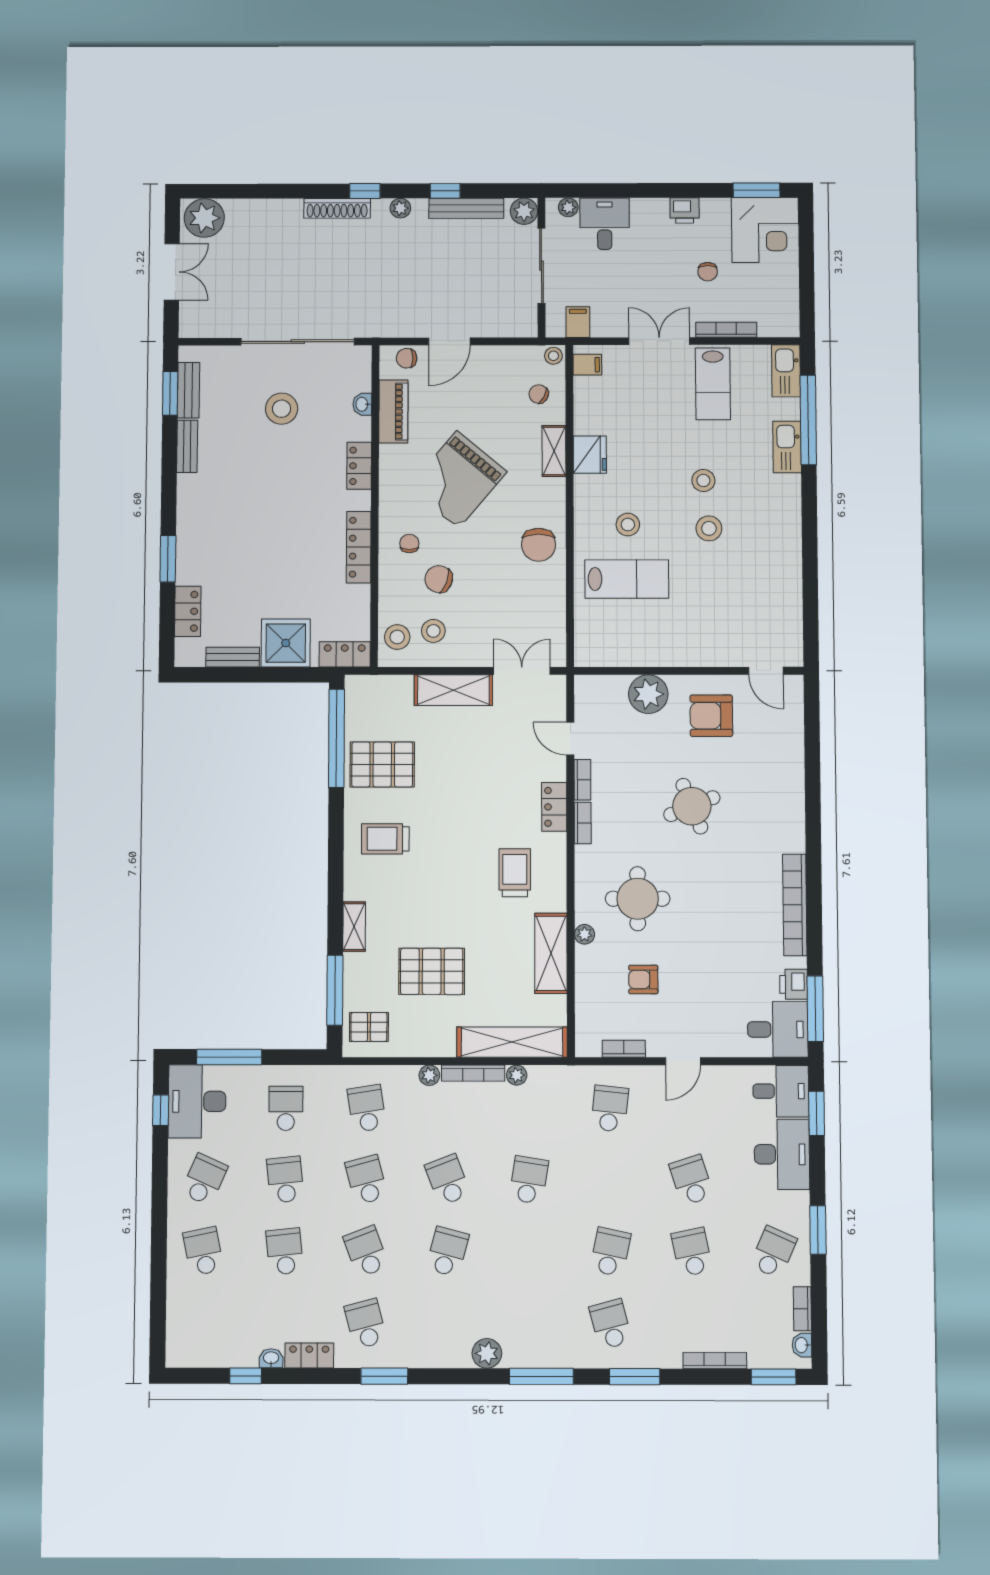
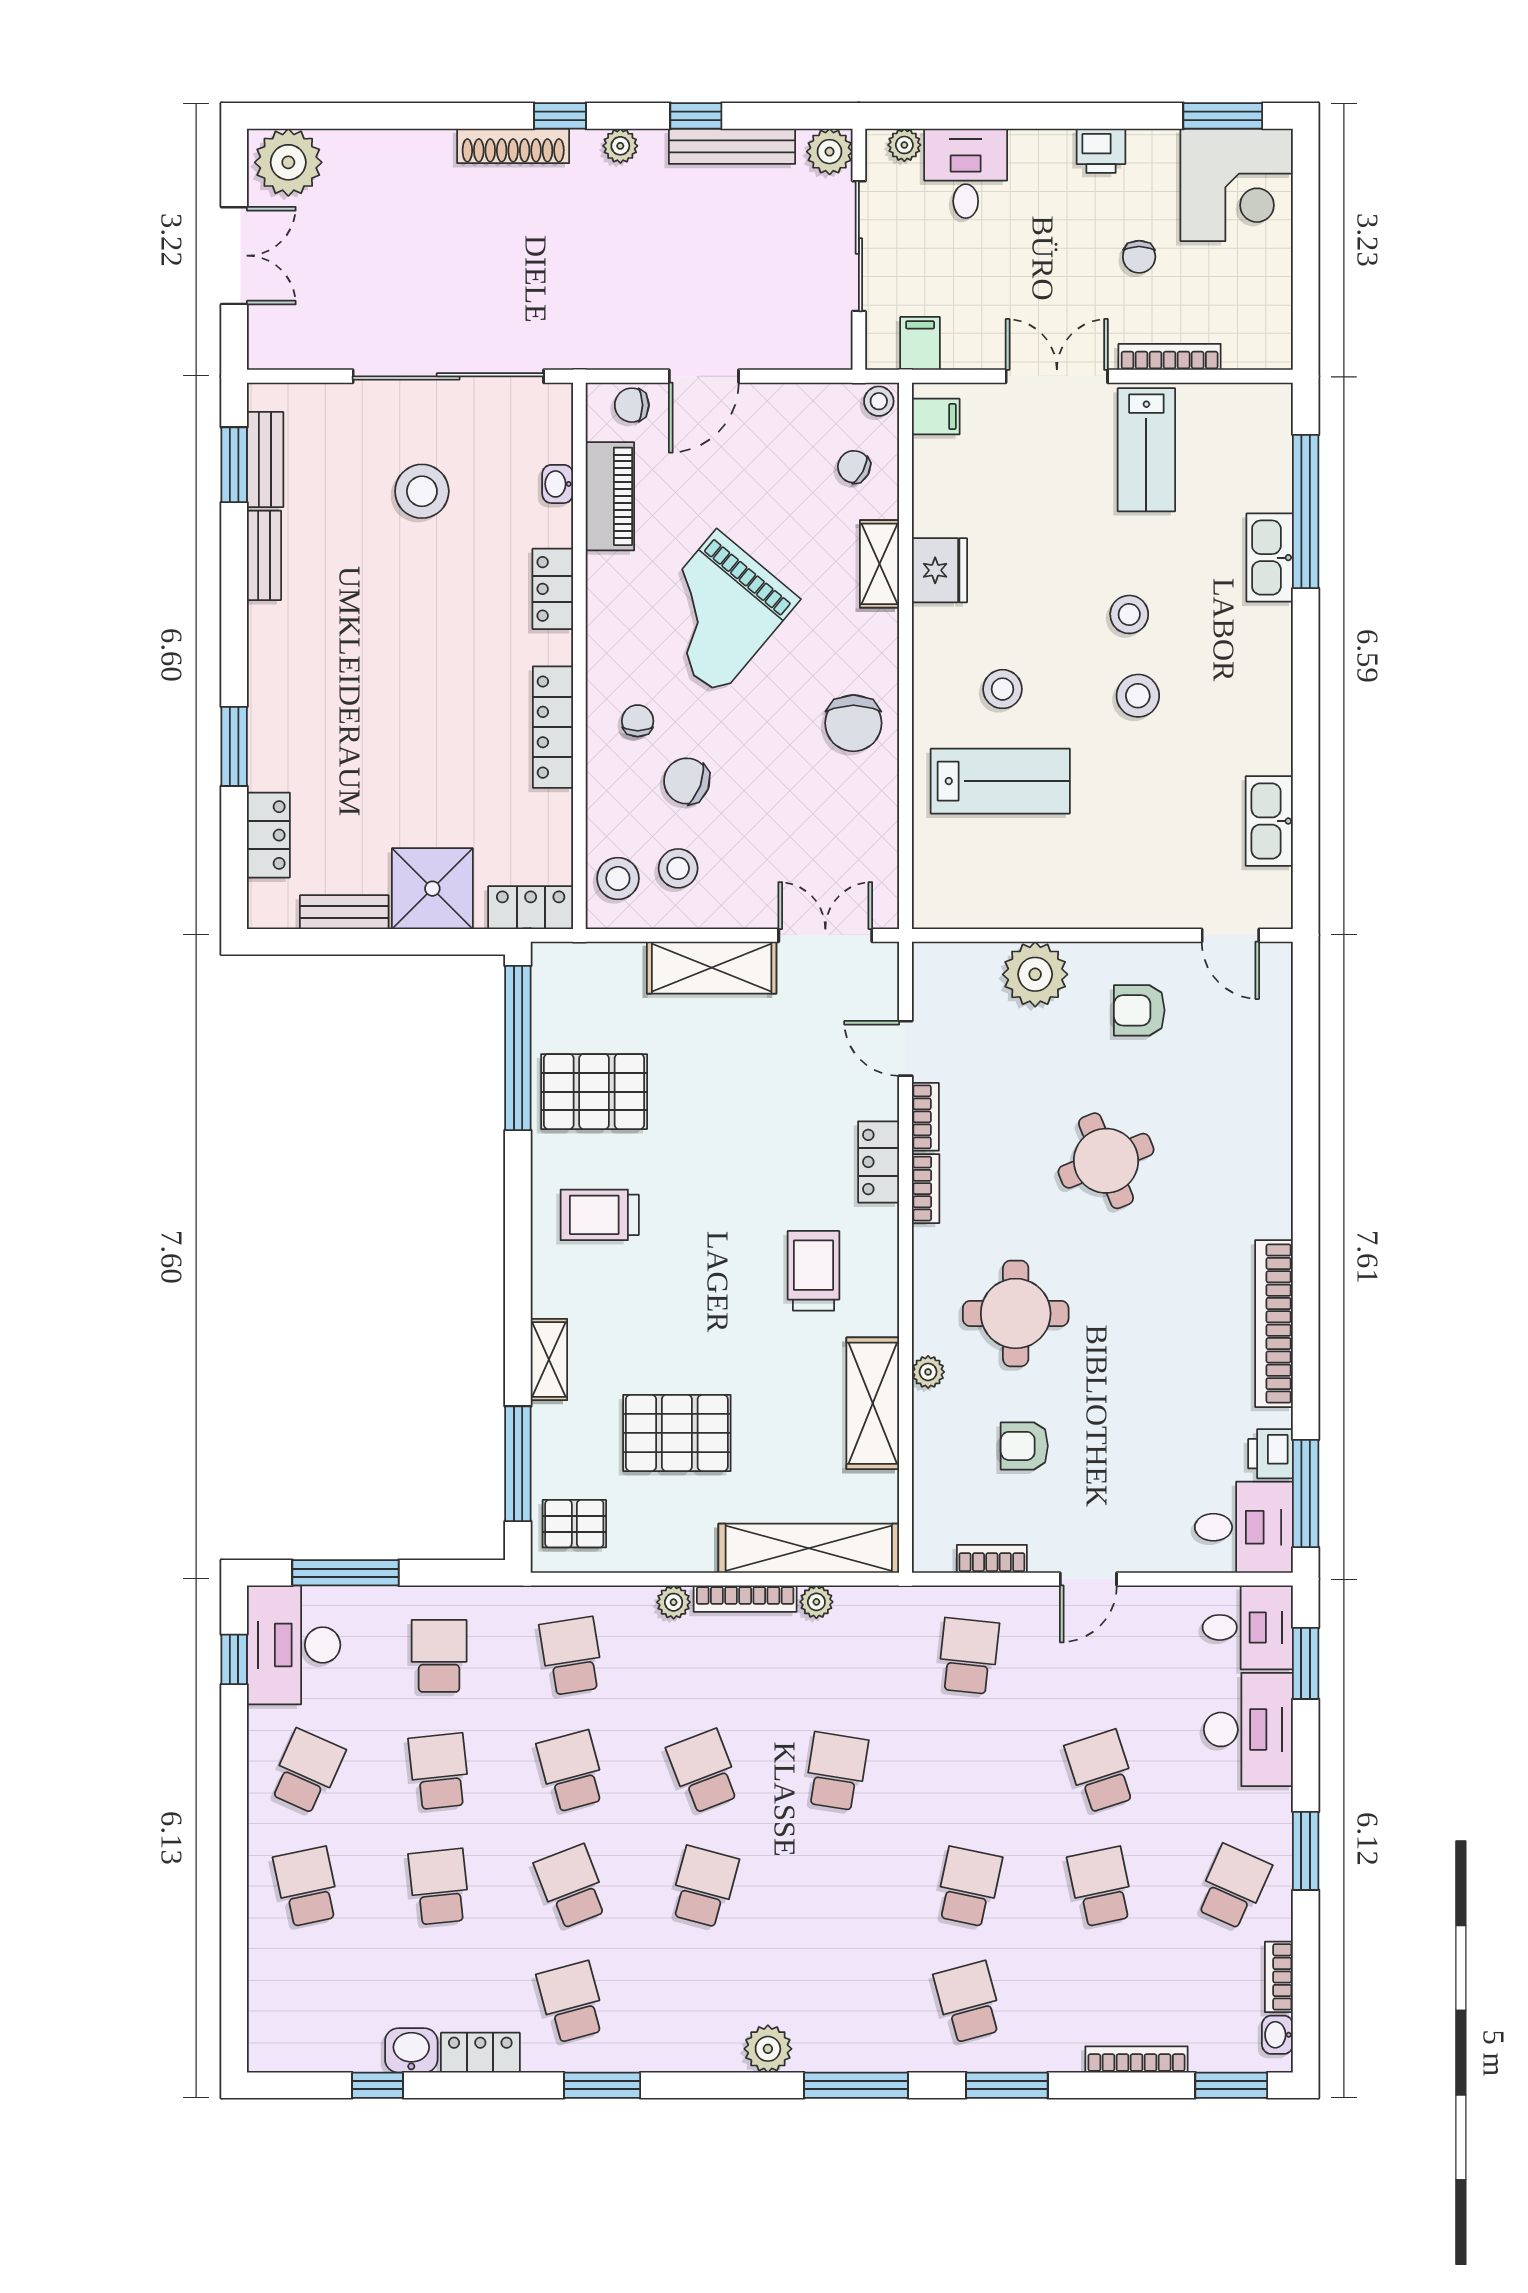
kitchen sink: (786, 371) -> (1269, 821), moved
armchair: (711, 716) -> (1139, 1010), width x0.72, depth x0.72
washbasin: (271, 1358) -> (411, 2050), width x1.38, depth x1.45

